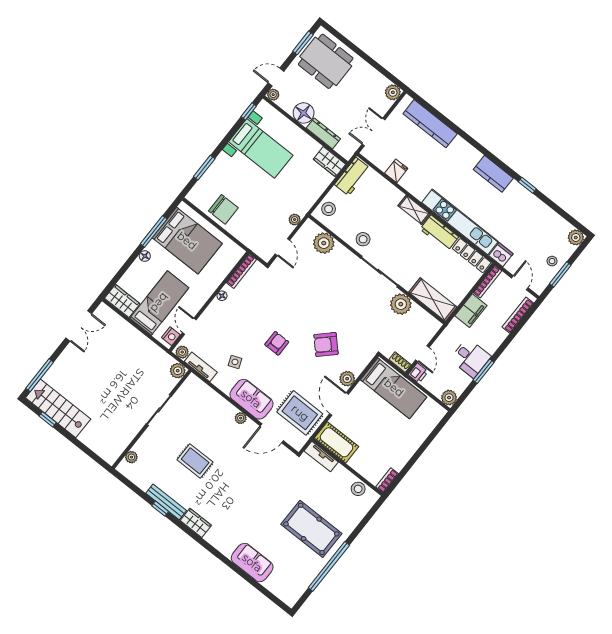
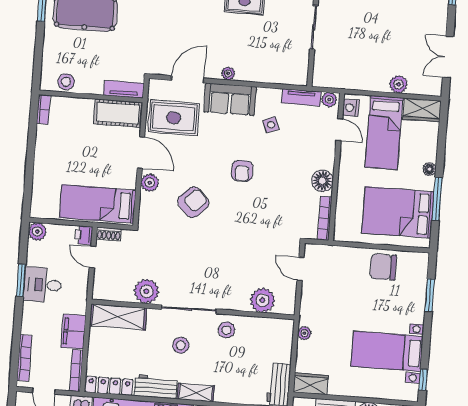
stool: (329, 209) -> (181, 345), moved
plant: (295, 220) -> (304, 333), moved
floor lamp: (222, 296) -> (322, 181), width x1.89, depth x1.89
plant: (178, 371) -> (398, 84), moved

